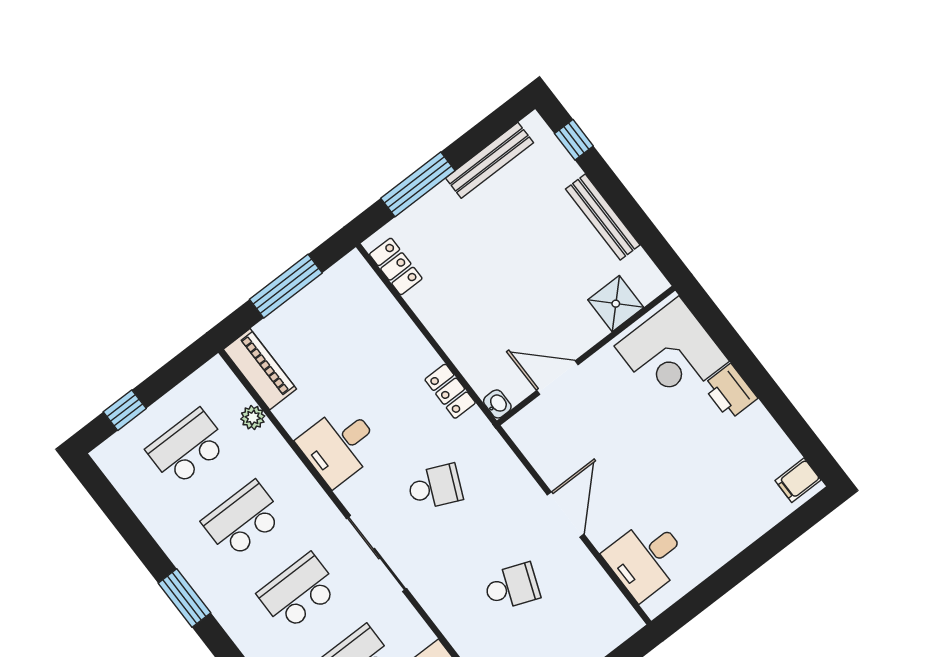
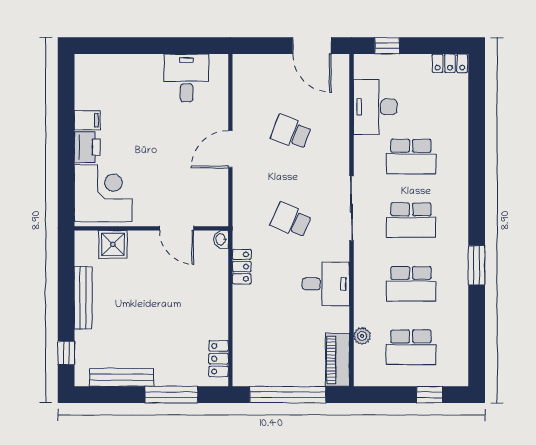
window: (286, 286) -> (288, 395), width x1.46
filing cabinet: (798, 480) -> (87, 120), moved
desk: (646, 558) -> (187, 78), moved, turned -90

